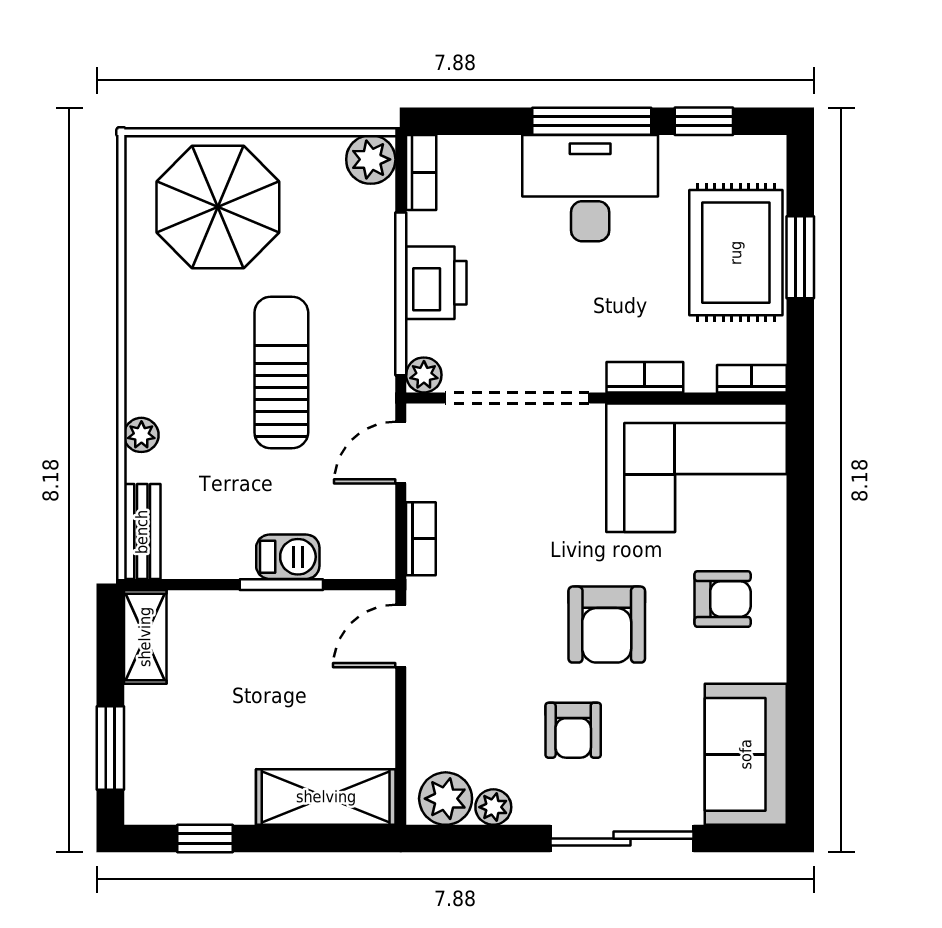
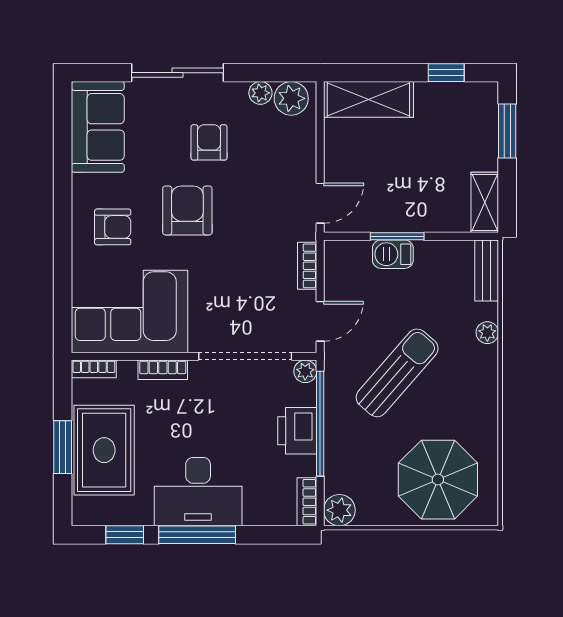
sun lounger: (281, 373) -> (397, 373), turned -139
armchair: (723, 599) -> (113, 227), turned 180

